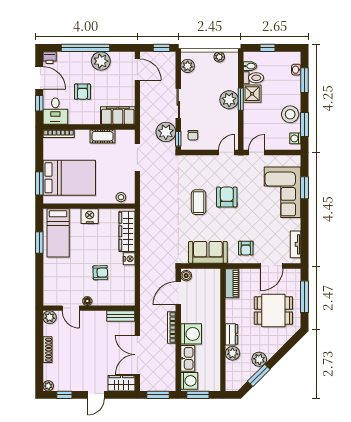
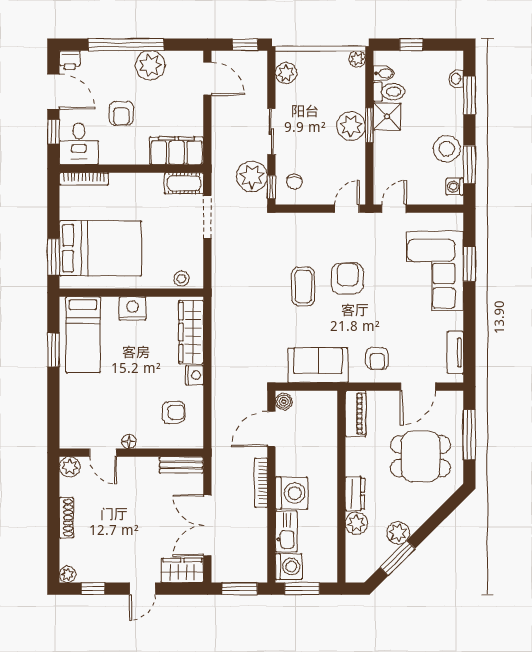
plant: (219, 57) -> (357, 59), moved
cot: (103, 136) -> (184, 183), moved
armchair: (100, 273) -> (173, 412), moved

